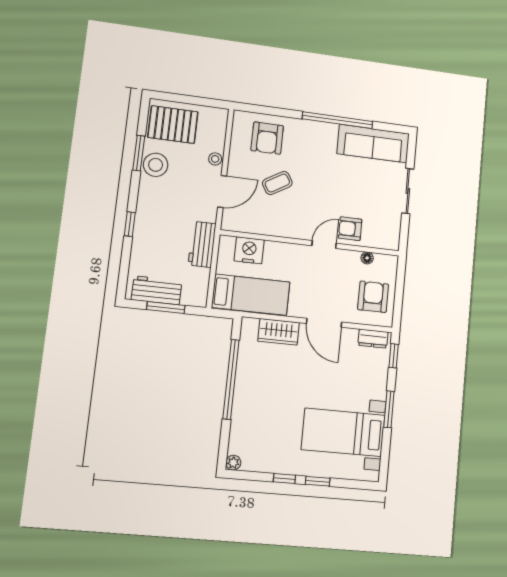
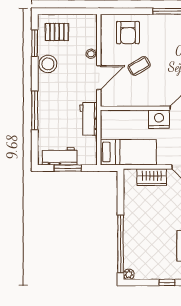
pallet: (173, 125) -> (57, 32), width x0.67, depth x0.71
window: (139, 153) -> (35, 43), moved
window: (130, 224) -> (35, 110), width x2.17
nightstand: (249, 250) -> (159, 119), moved
window: (231, 379) -> (121, 244), moved

